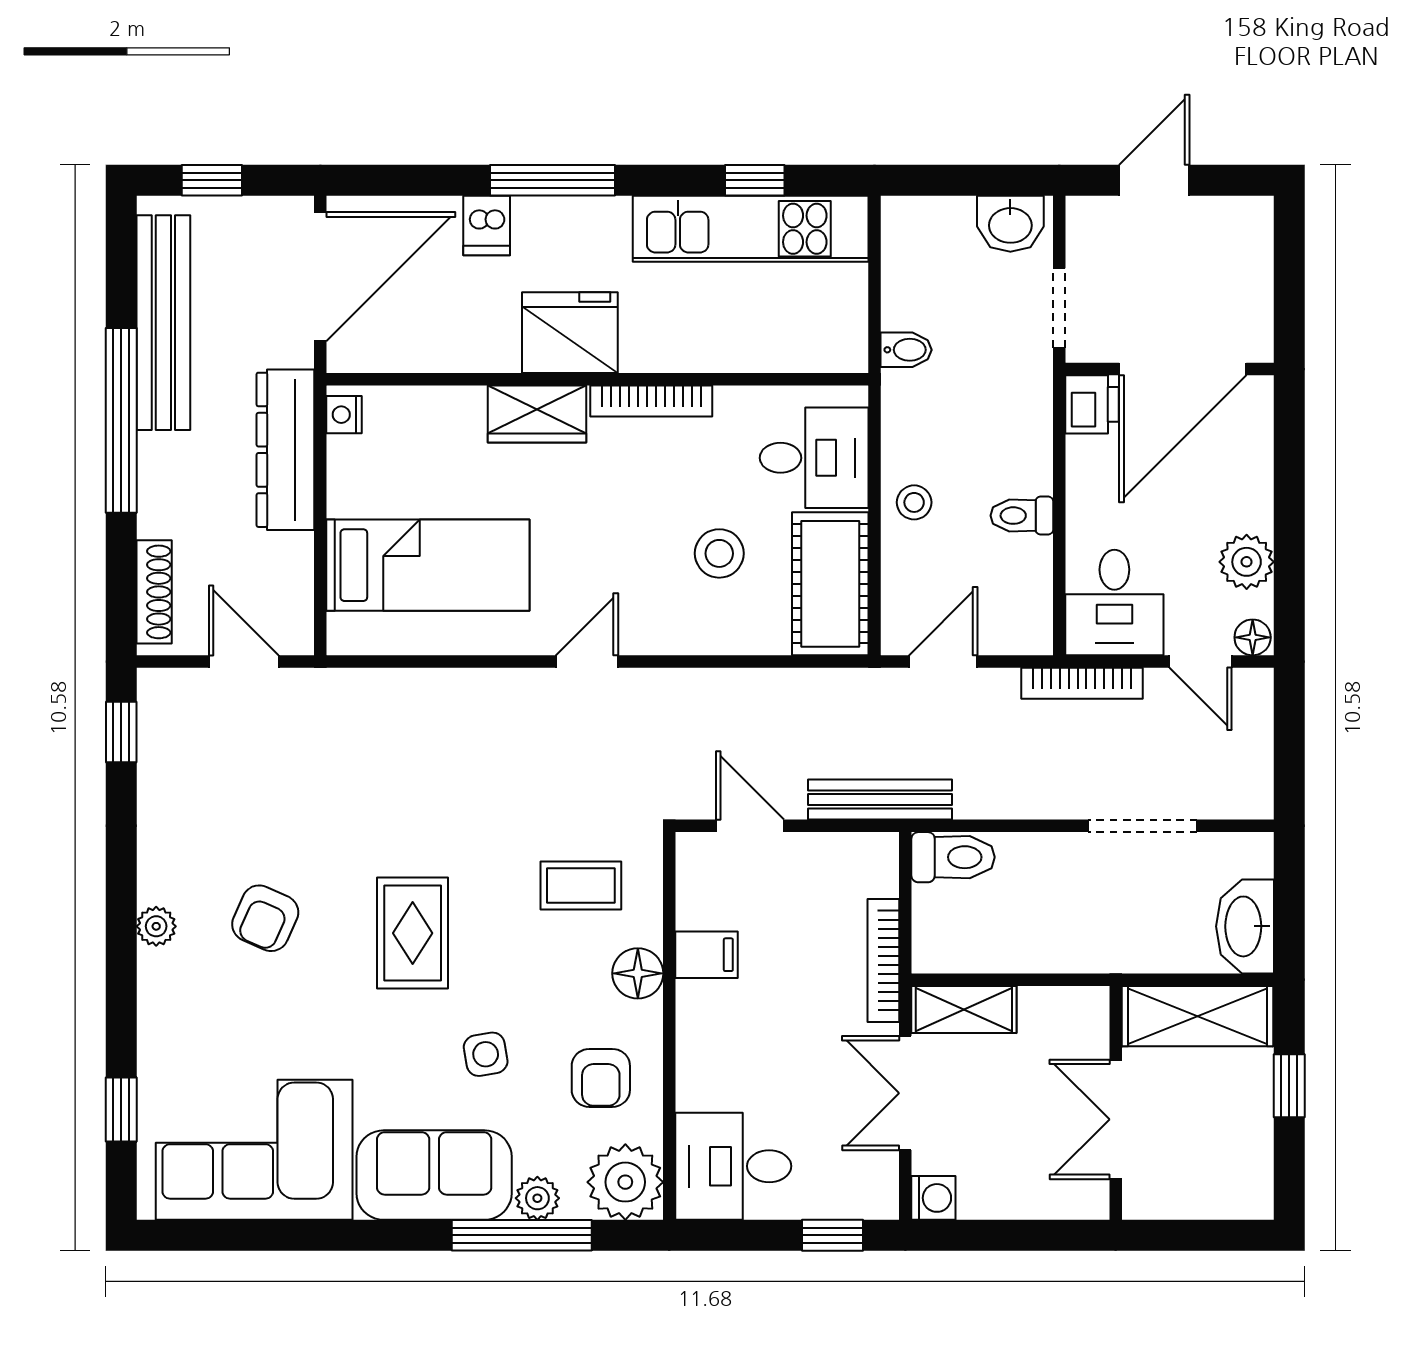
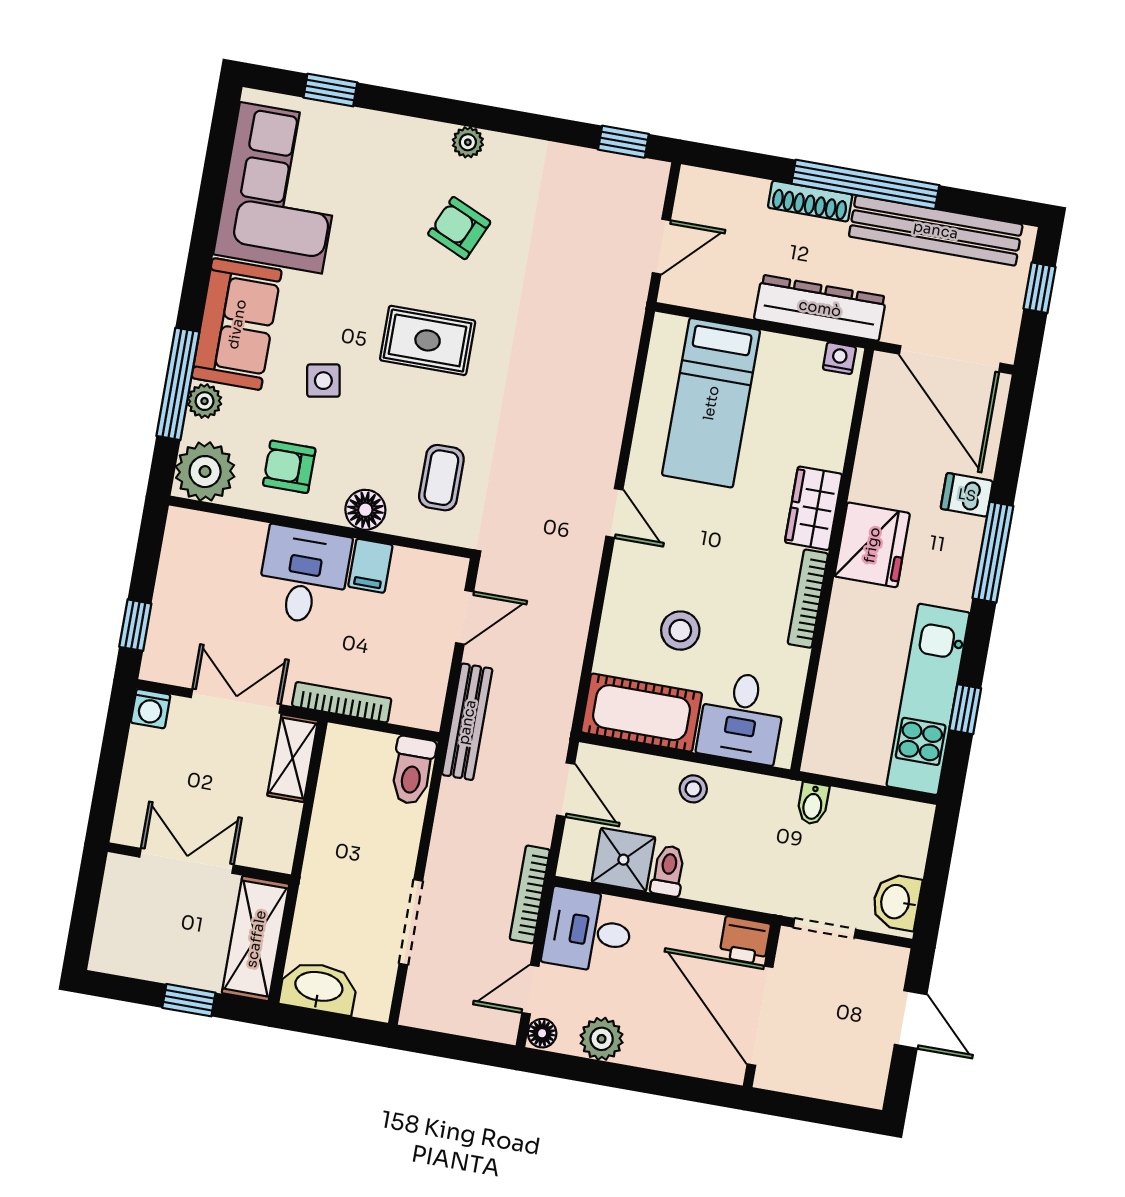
shower: (1018, 574) -> (623, 860), added
shoe rack: (154, 592) -> (810, 201), moved
desk: (733, 1166) -> (304, 575), moved

